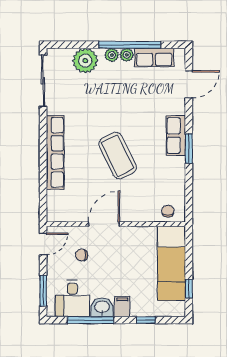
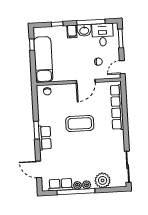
door: (189, 84) -> (39, 169), hinge flipped
row of seats: (55, 152) -> (117, 107), moved
coffee table: (118, 156) -> (80, 124), turned -64

